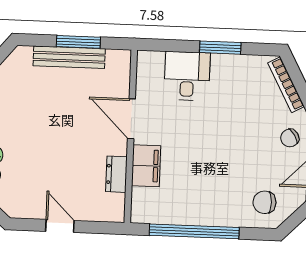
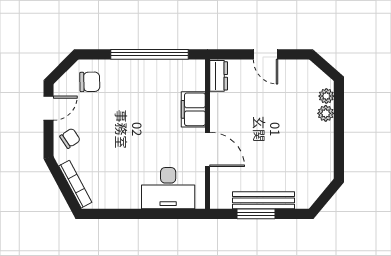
window: (220, 48) -> (133, 214), removed
desk: (187, 76) -> (168, 188), width x1.37
dresser: (116, 174) -> (219, 76), moved

